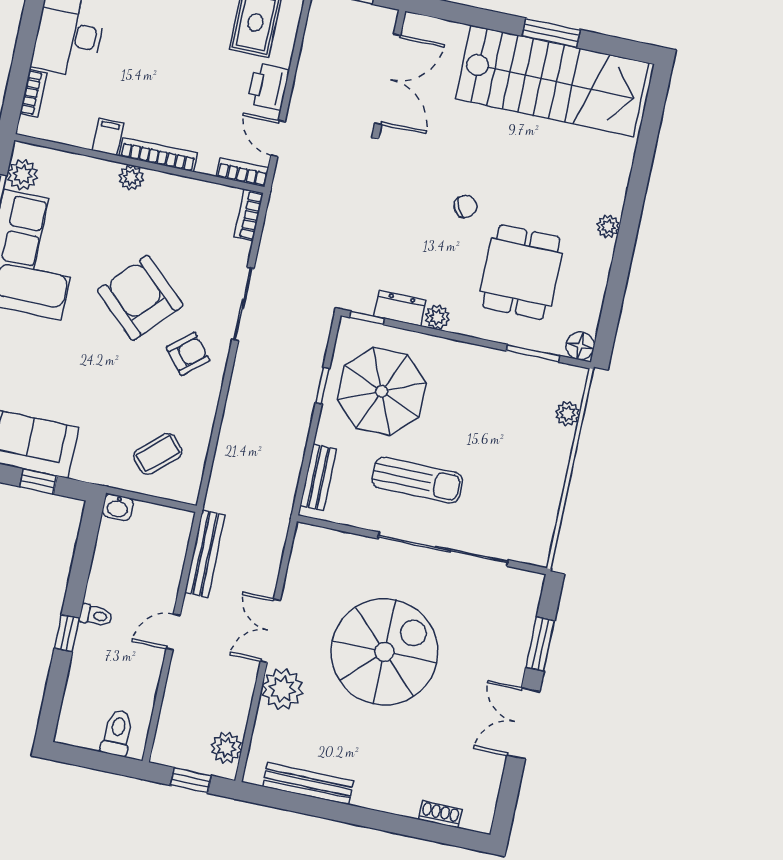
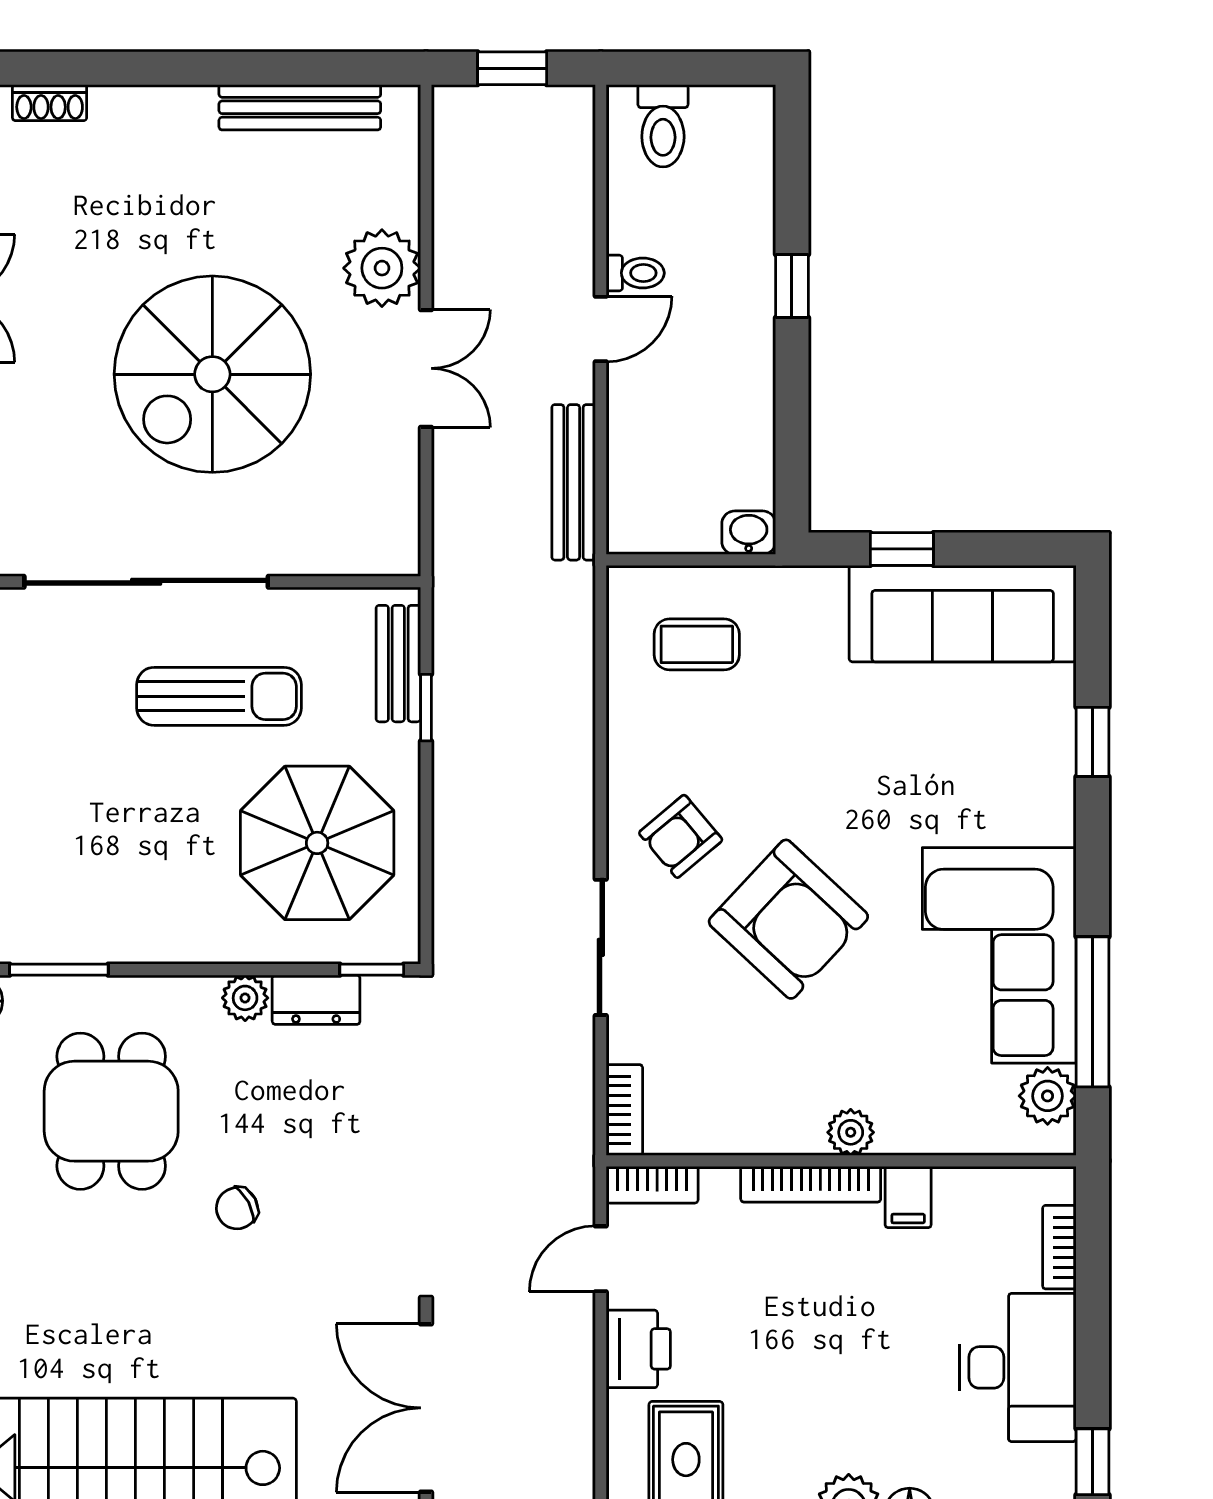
door: (278, 139) -> (601, 1259), swing flipped
window: (322, 386) -> (426, 708), moved
coffee table: (158, 454) -> (697, 644), turned 42
sun lounger: (417, 480) -> (219, 696), turned 180
toilet: (96, 615) -> (635, 273), moved, turned 180
plant: (226, 748) -> (460, 141), removed

